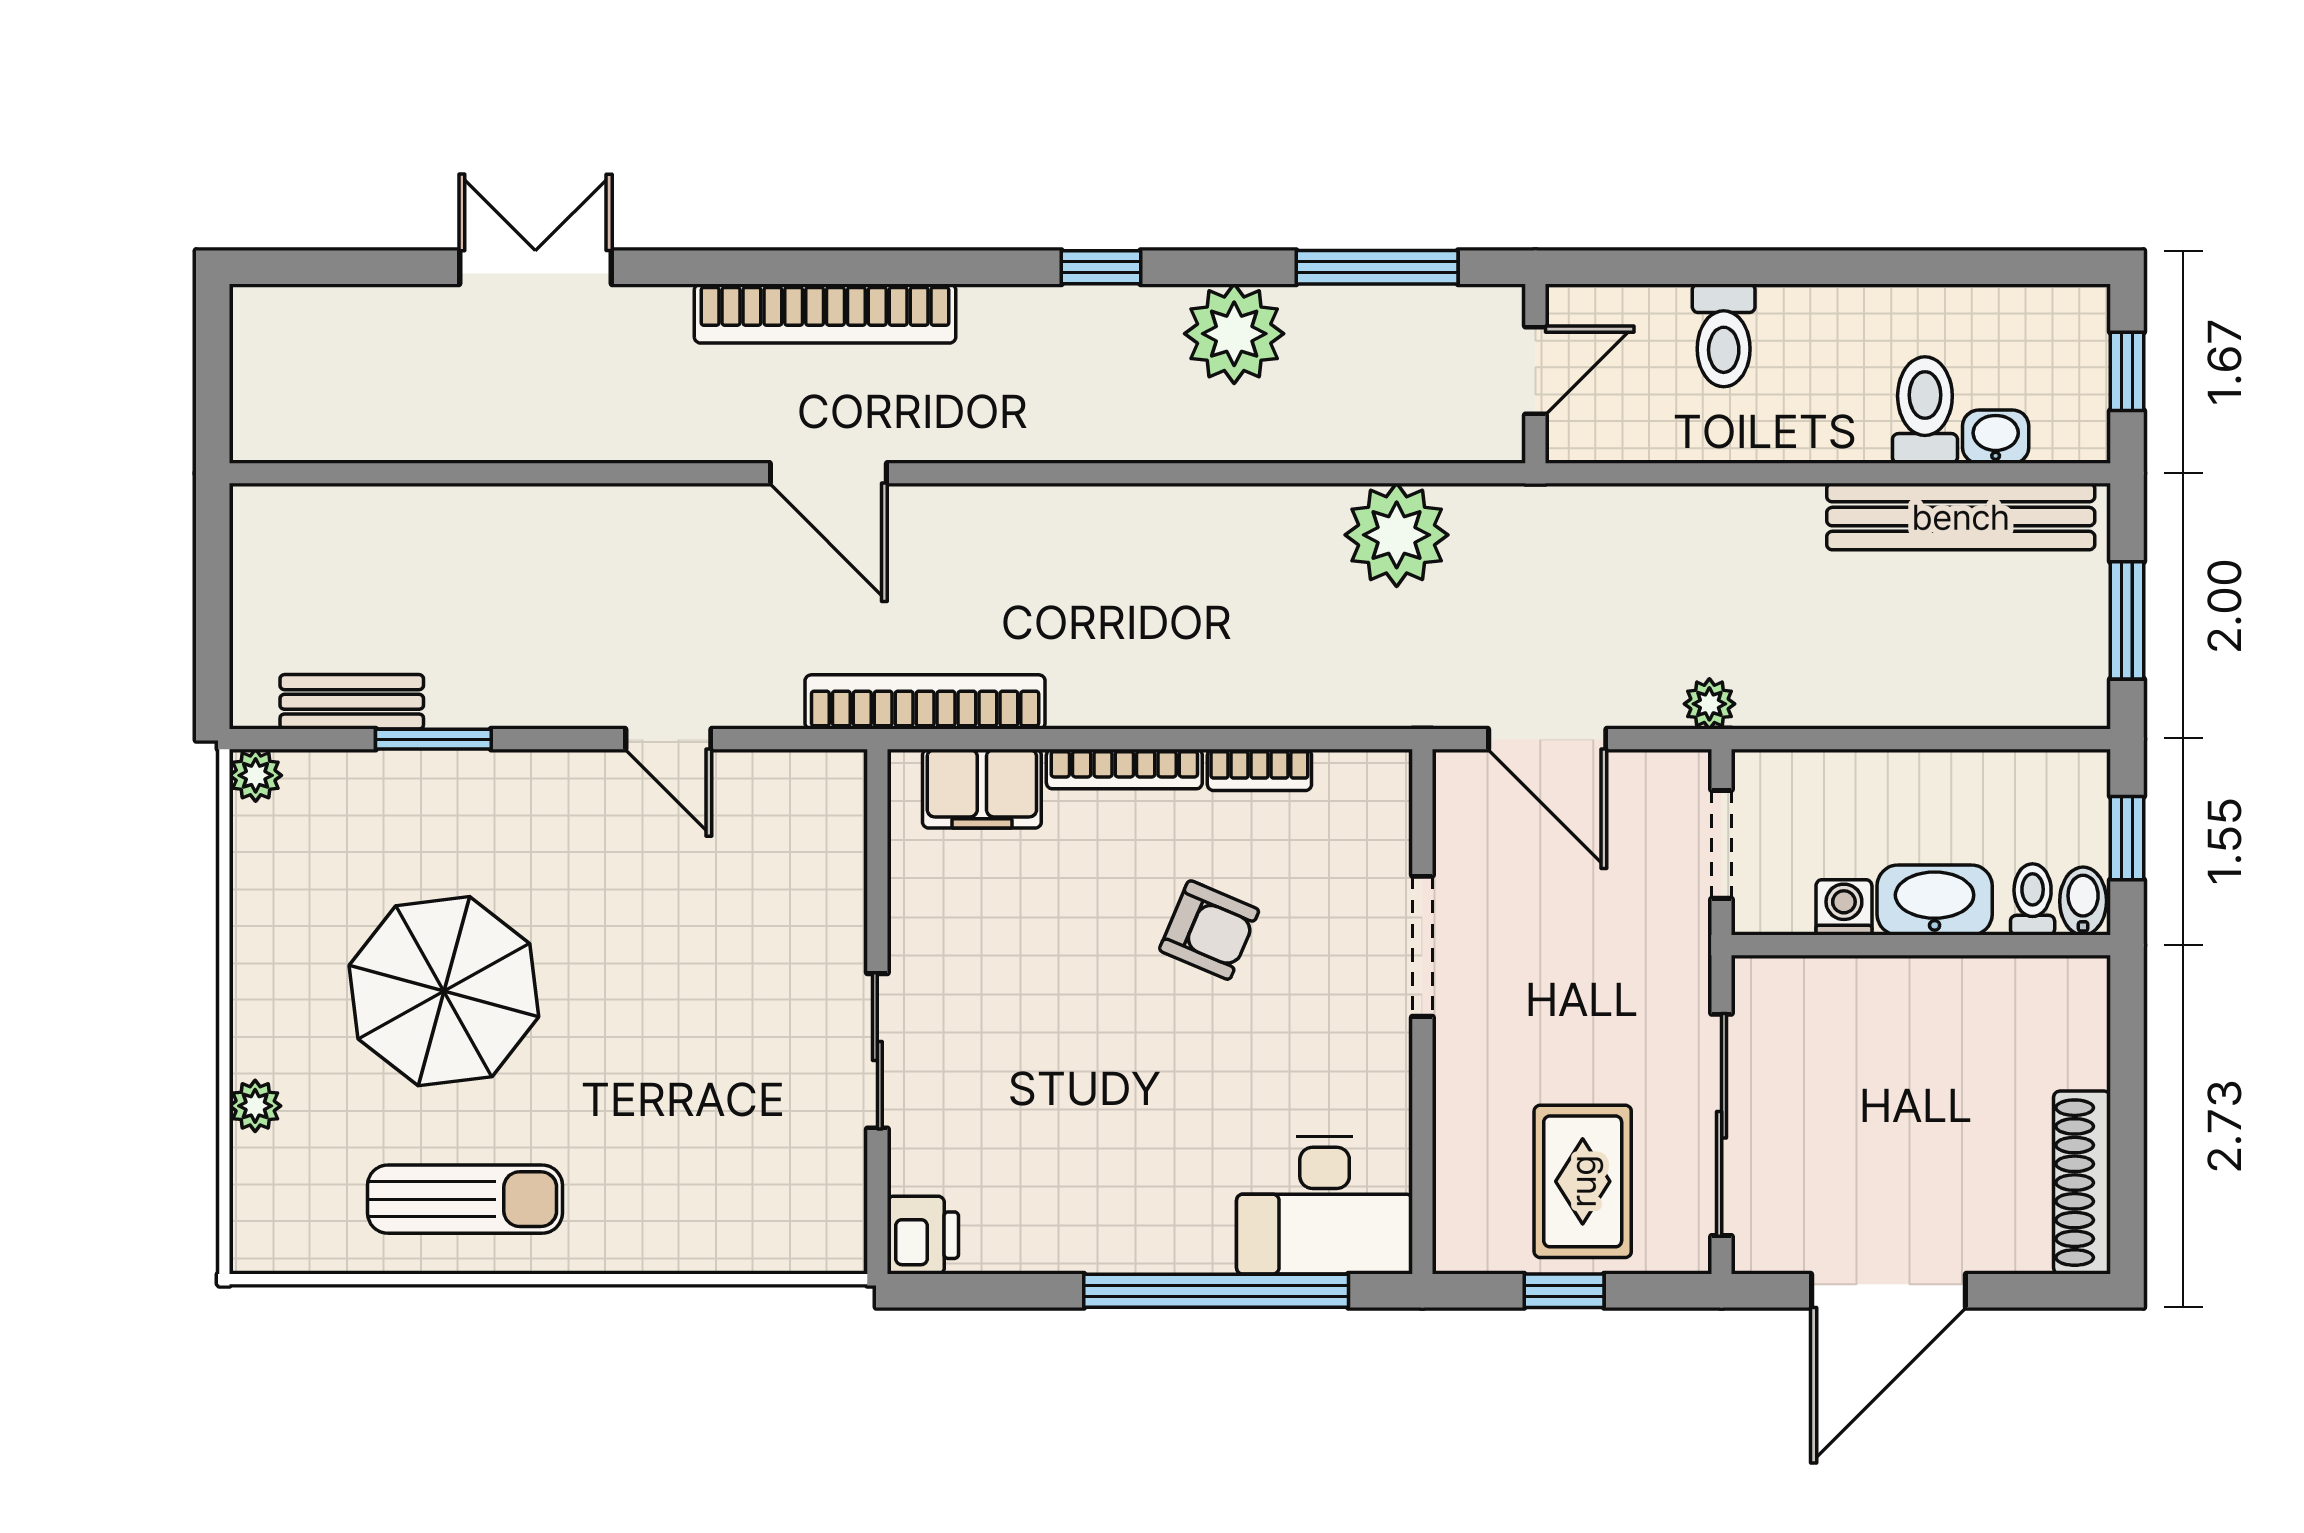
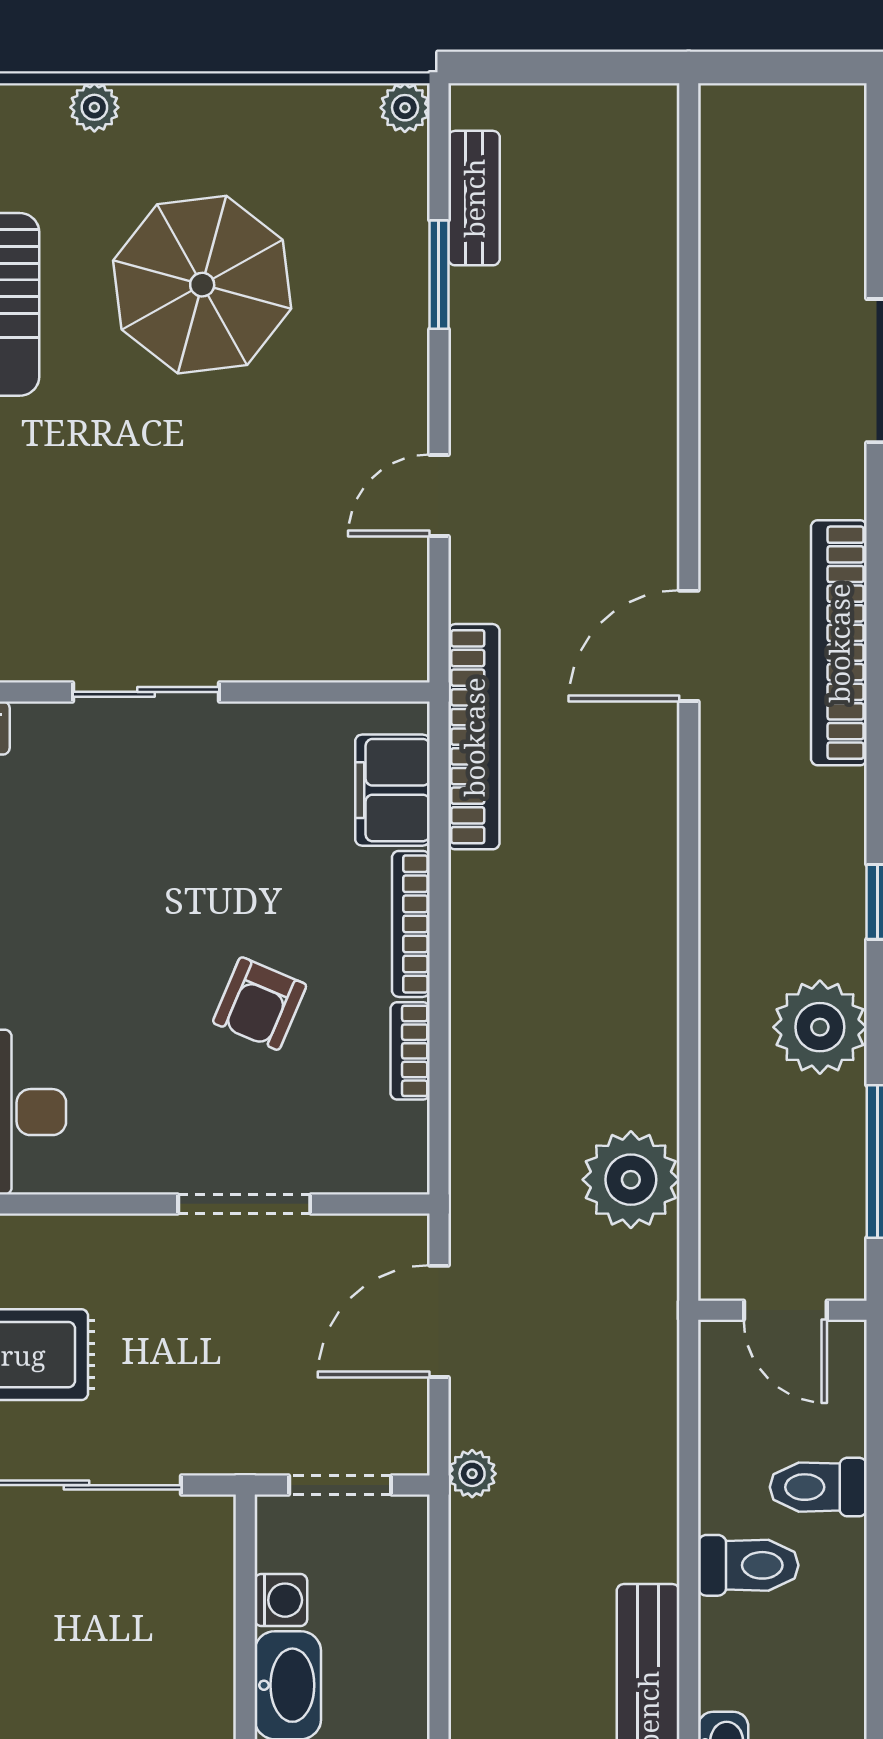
toilet: (1925, 410) -> (748, 1565), moved

